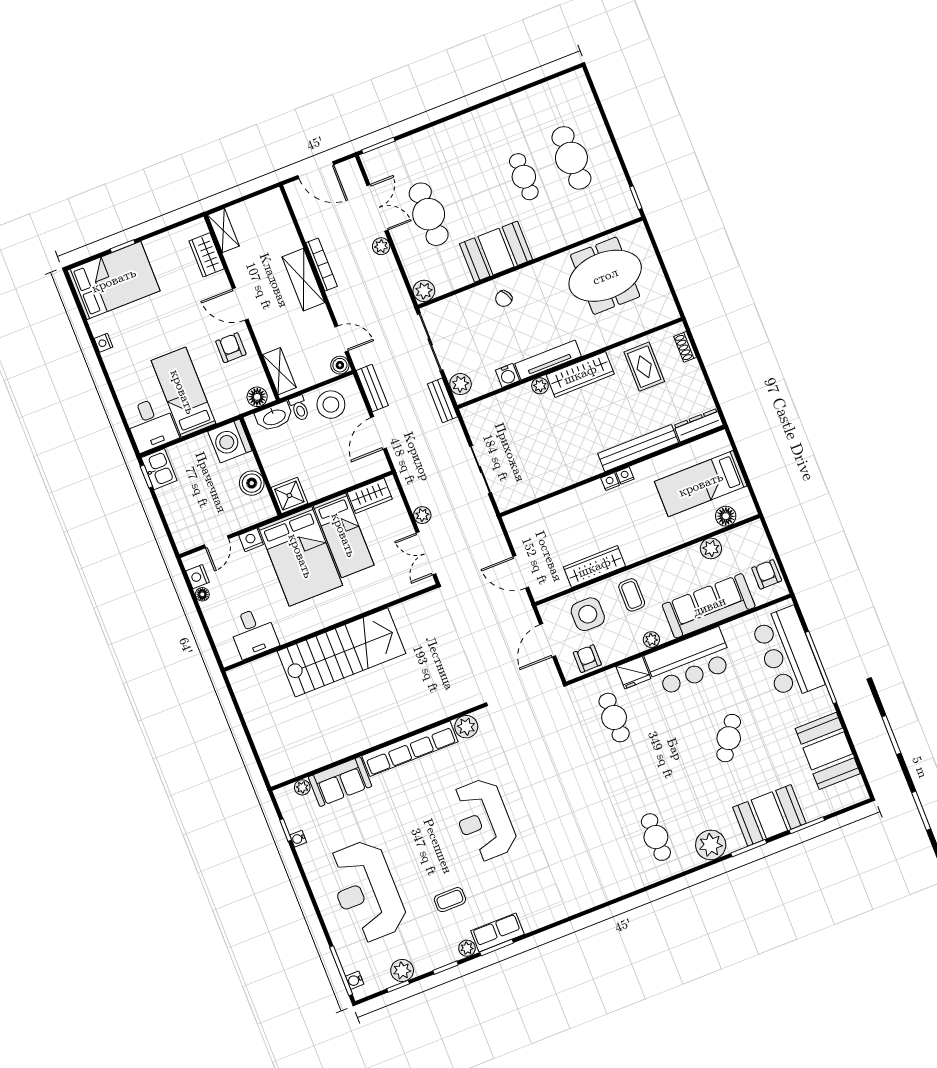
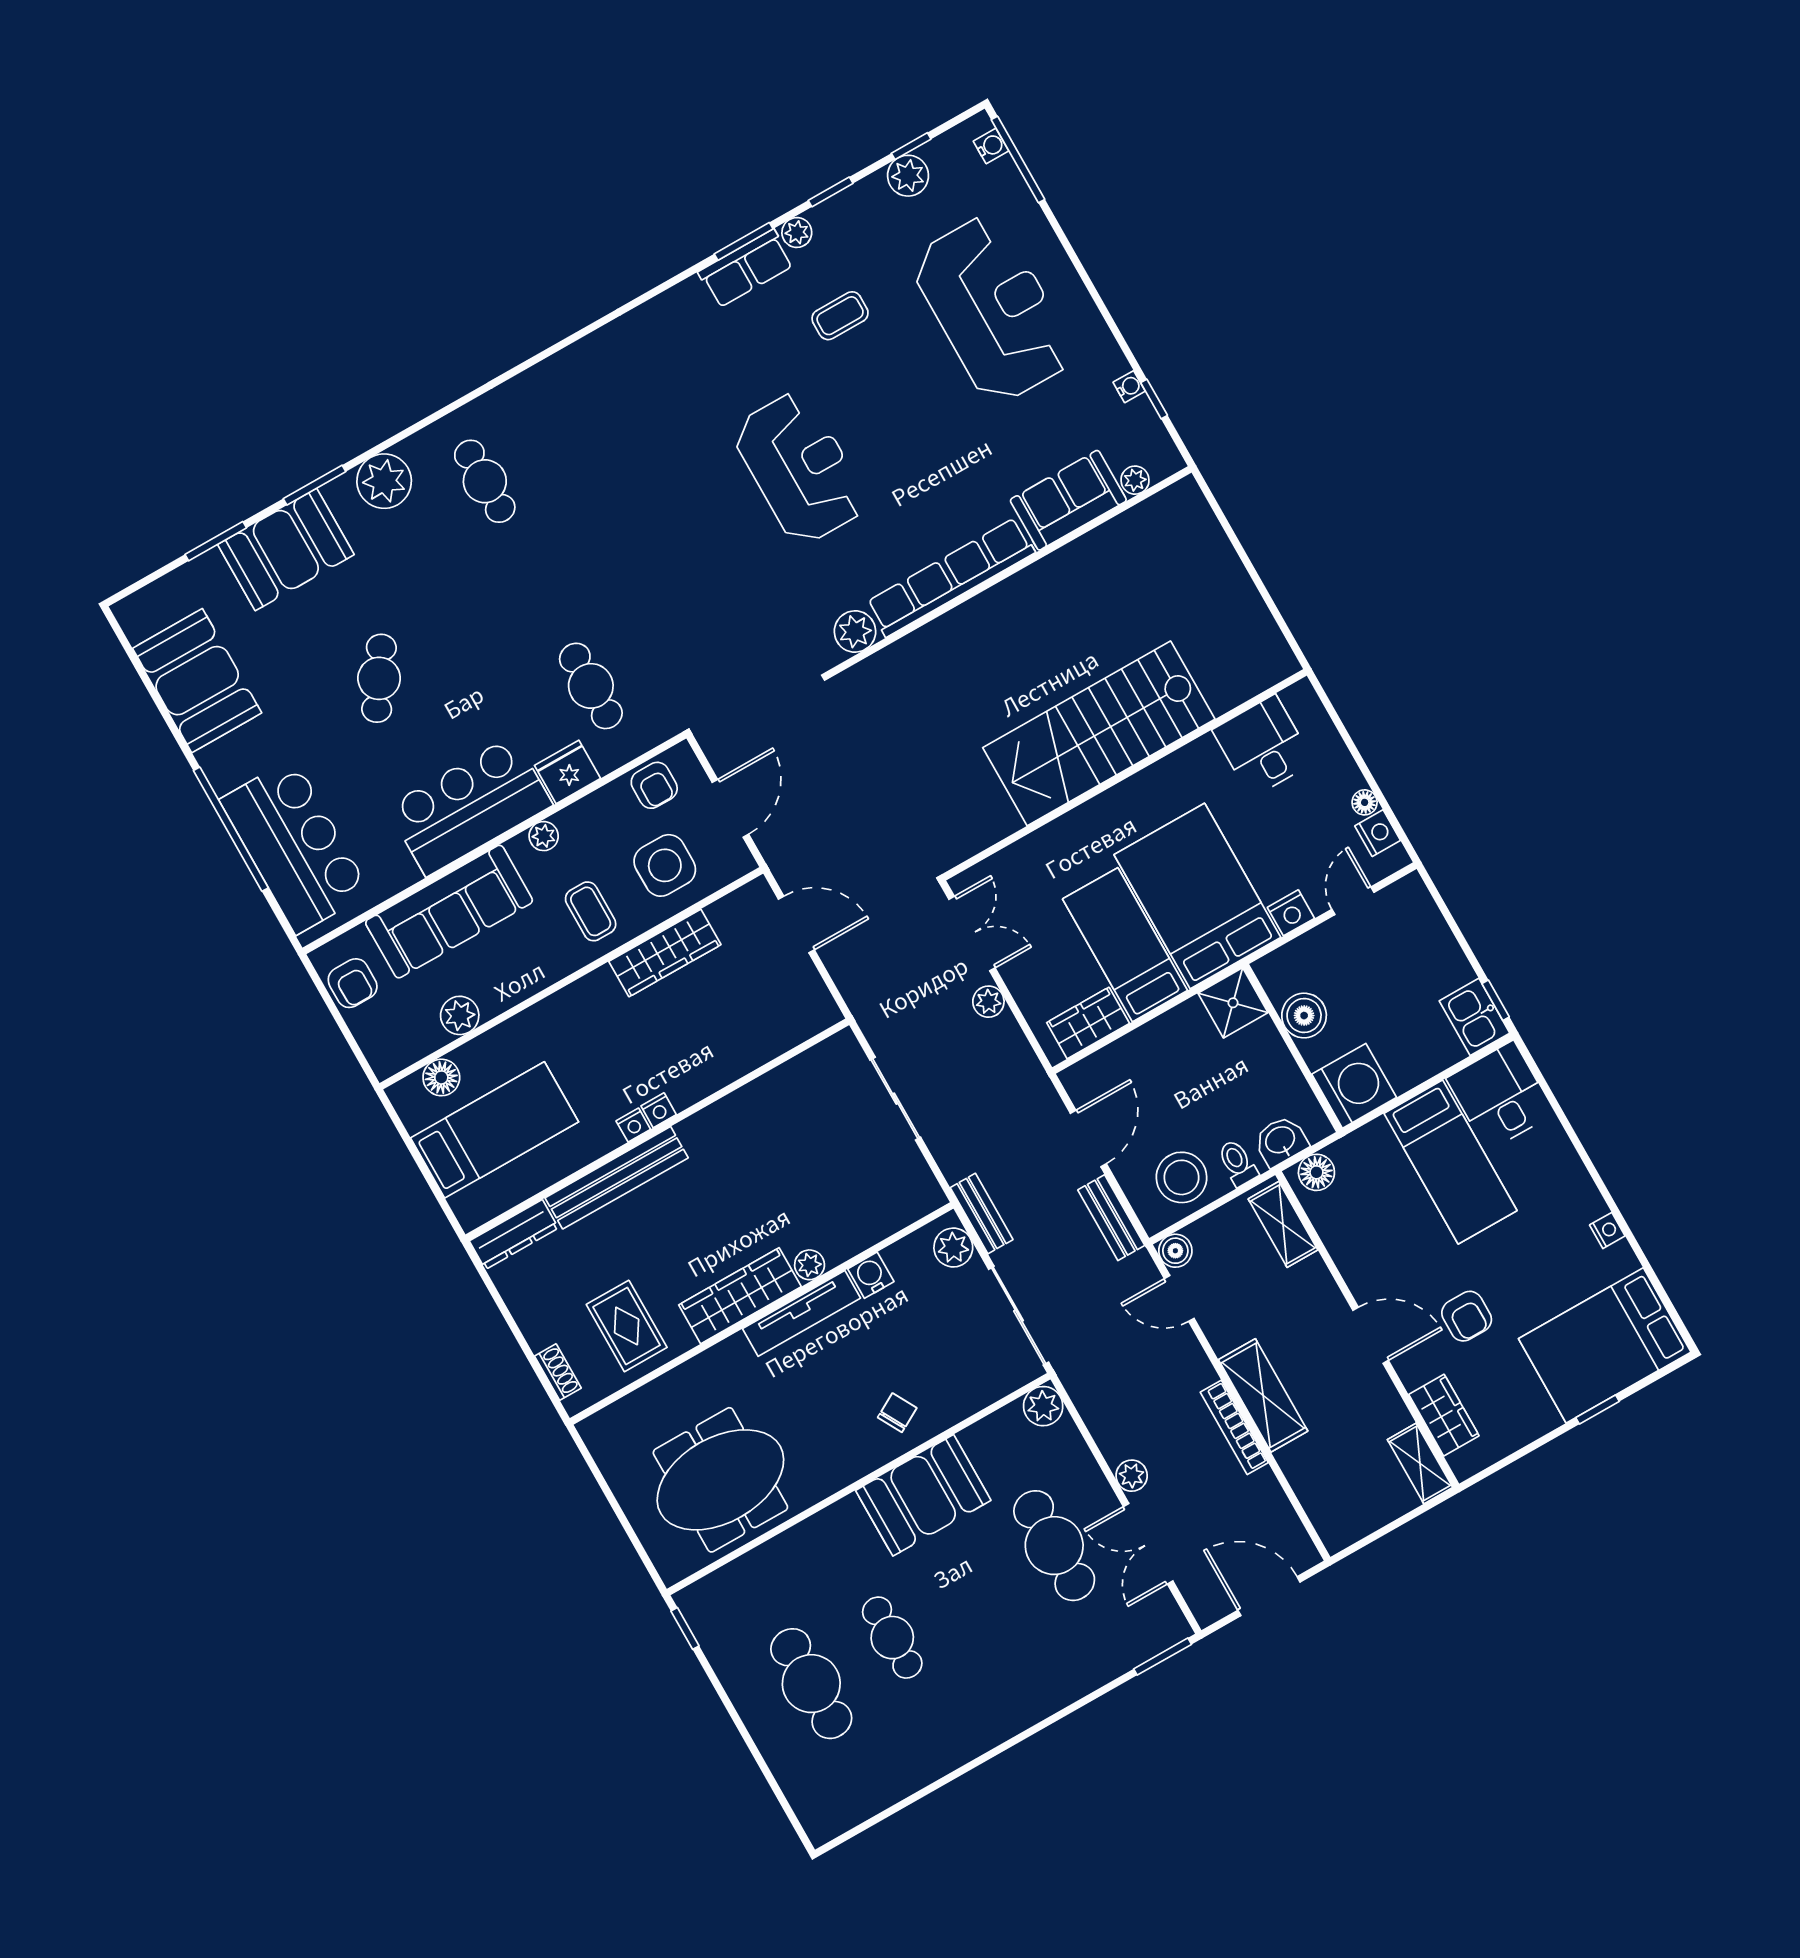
armchair: (231, 348) -> (1467, 1316), moved
washbasin: (274, 417) -> (1281, 1141), width x0.72

